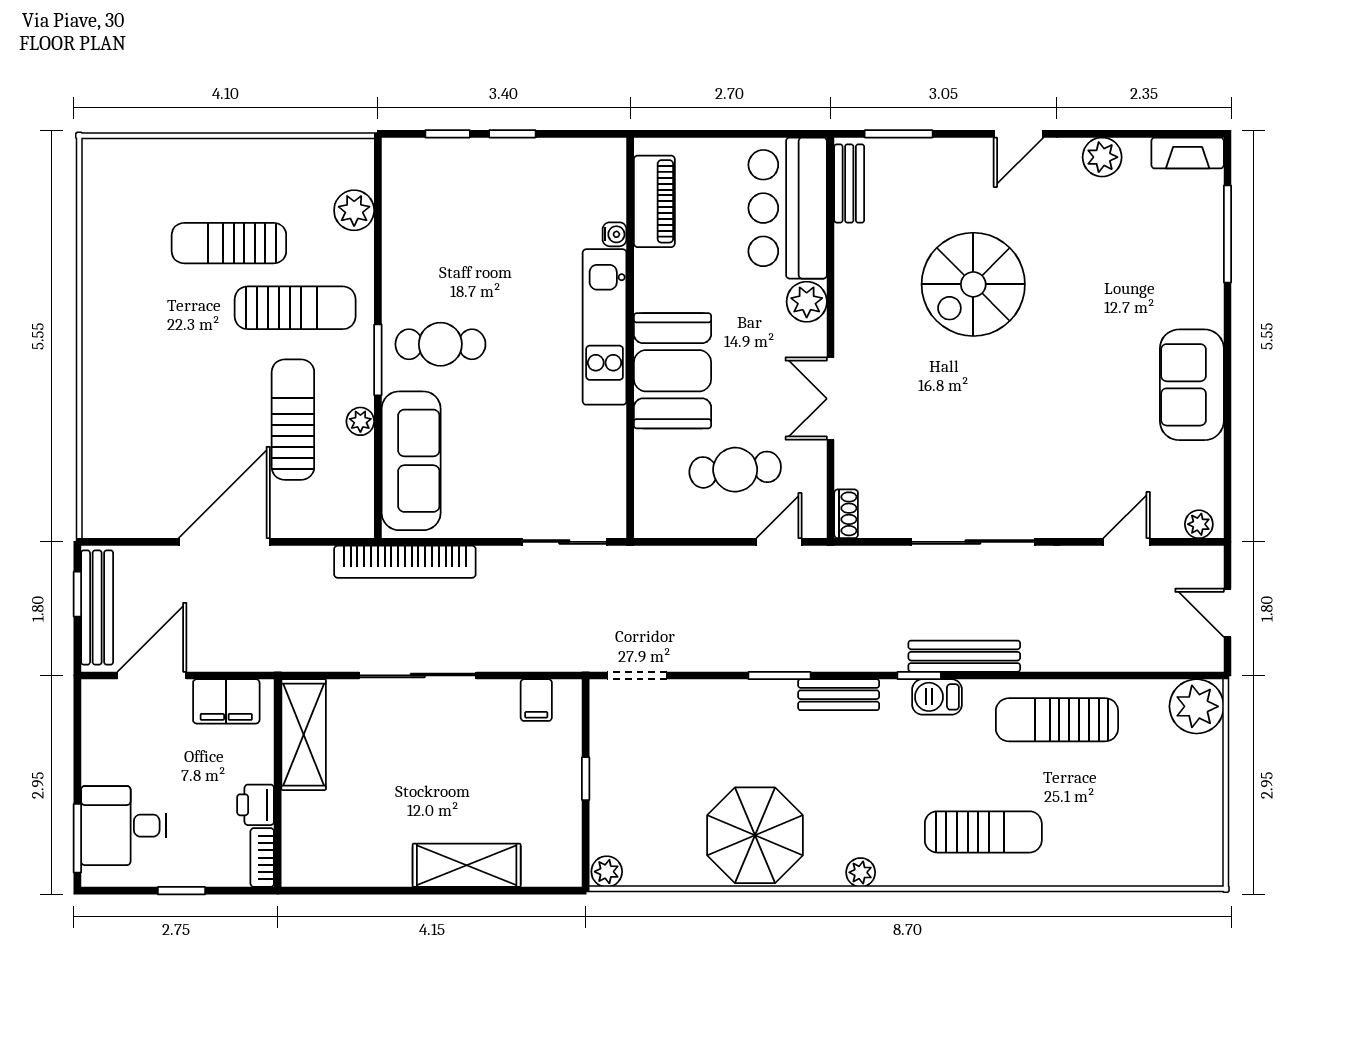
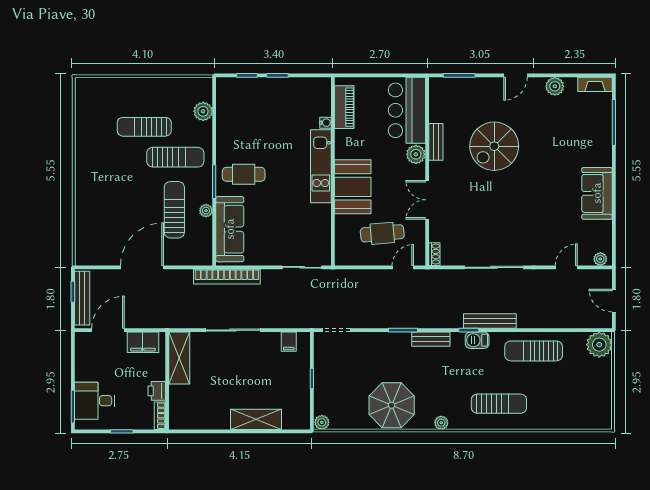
bench: (849, 183) -> (436, 142), moved

